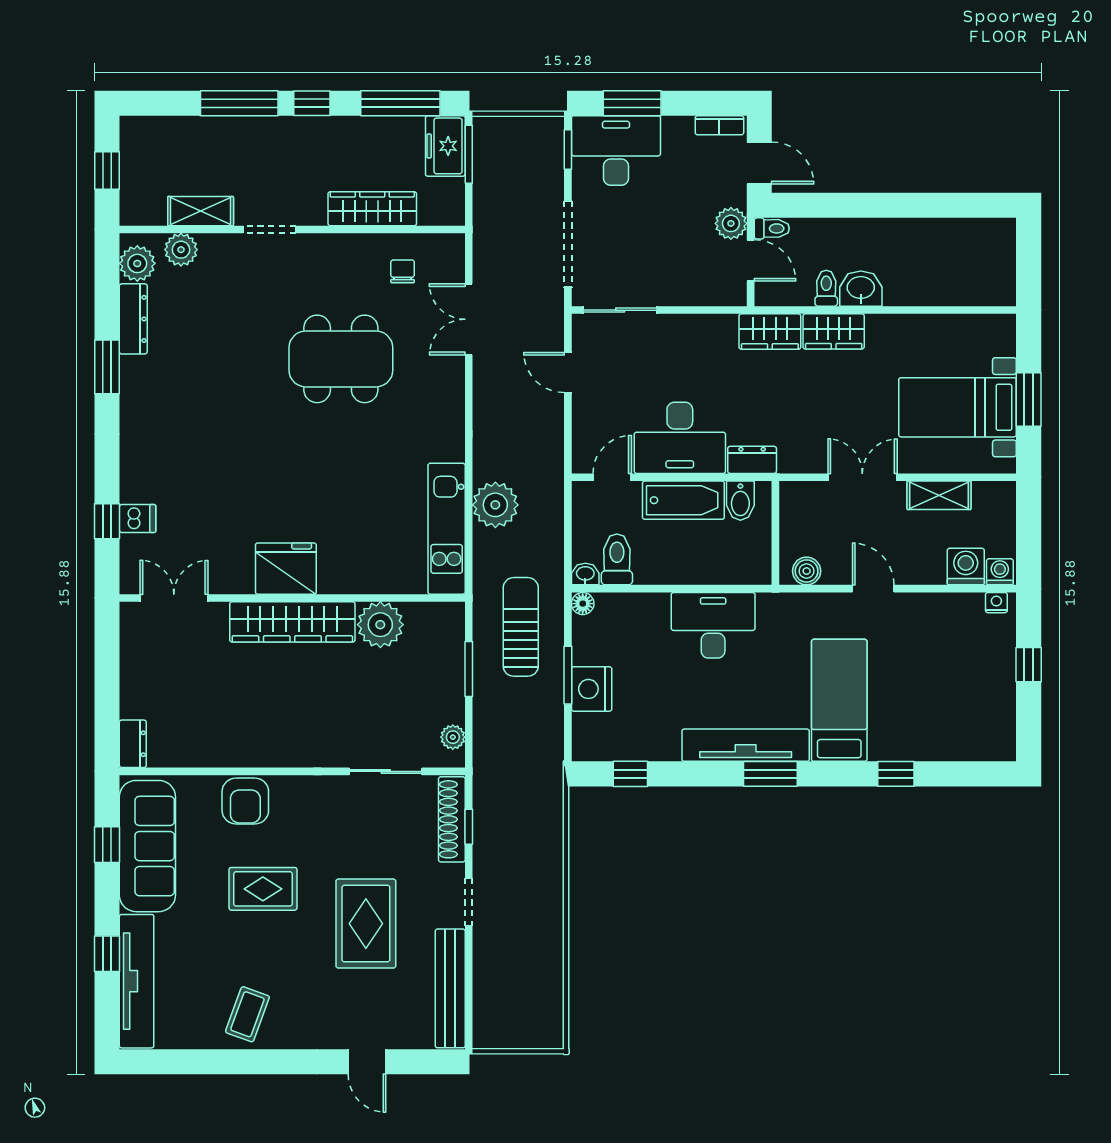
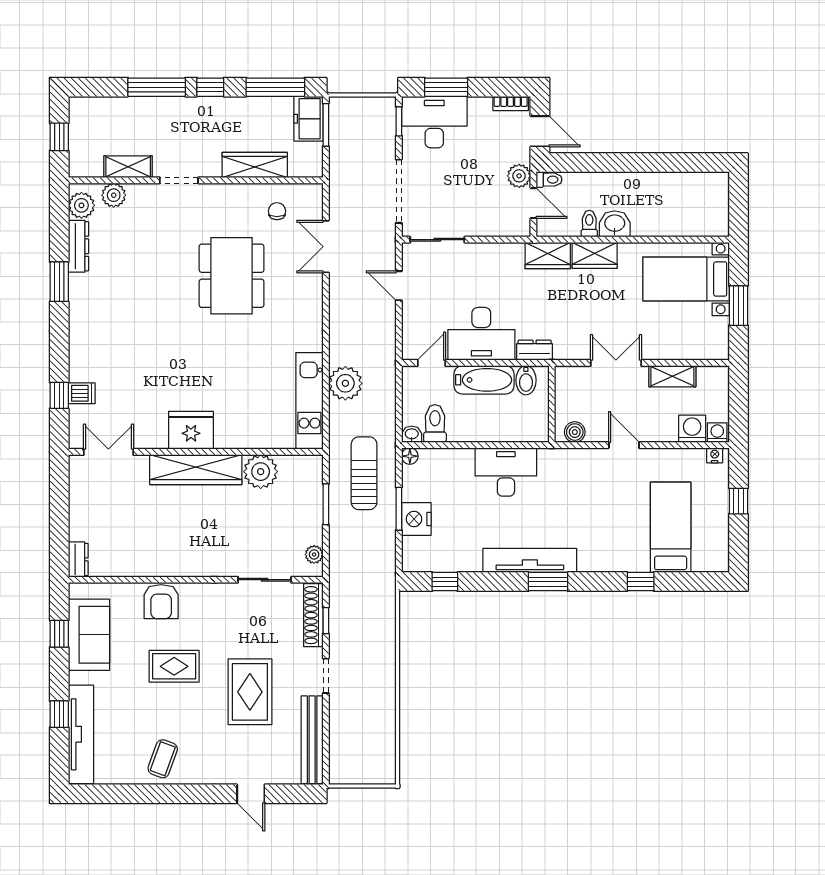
dining table: (341, 359) -> (232, 276), turned 90
bed with nightstands: (958, 407) -> (686, 279), moved
bed: (839, 700) -> (671, 527), moved
sofa: (147, 846) -> (89, 635), width x0.73

